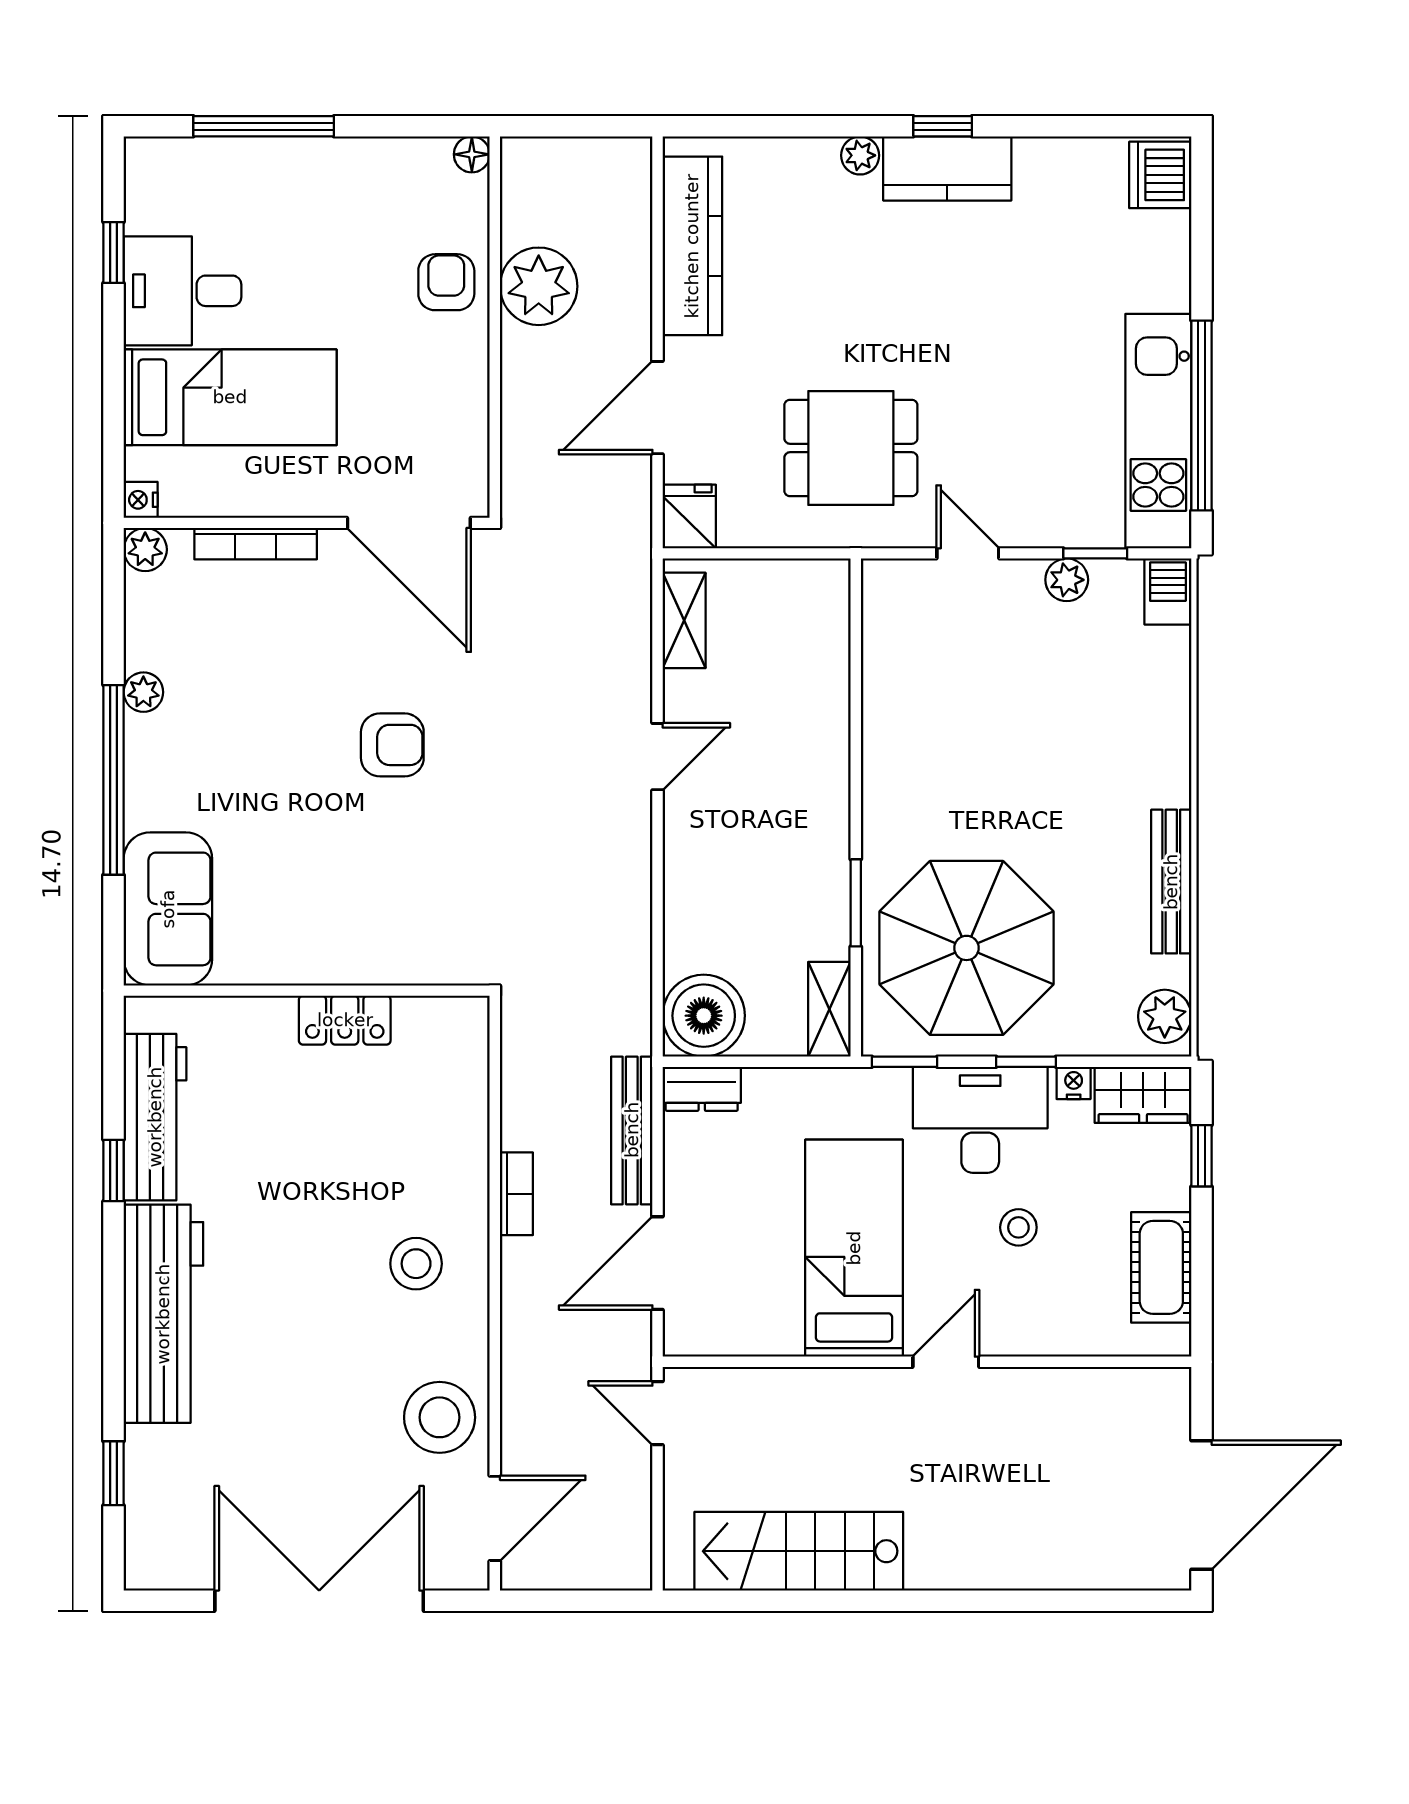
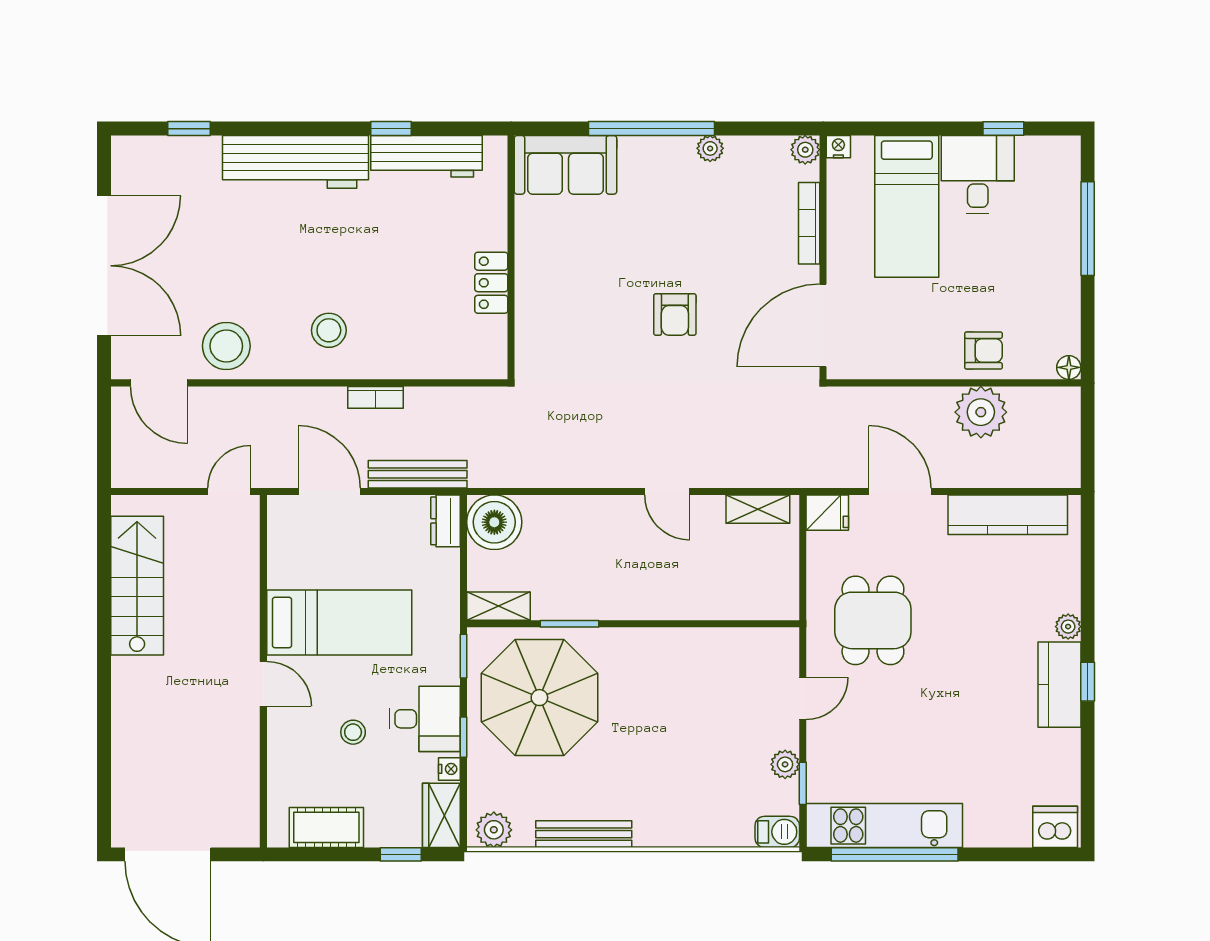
desk: (980, 1120) -> (425, 719), width x0.73

